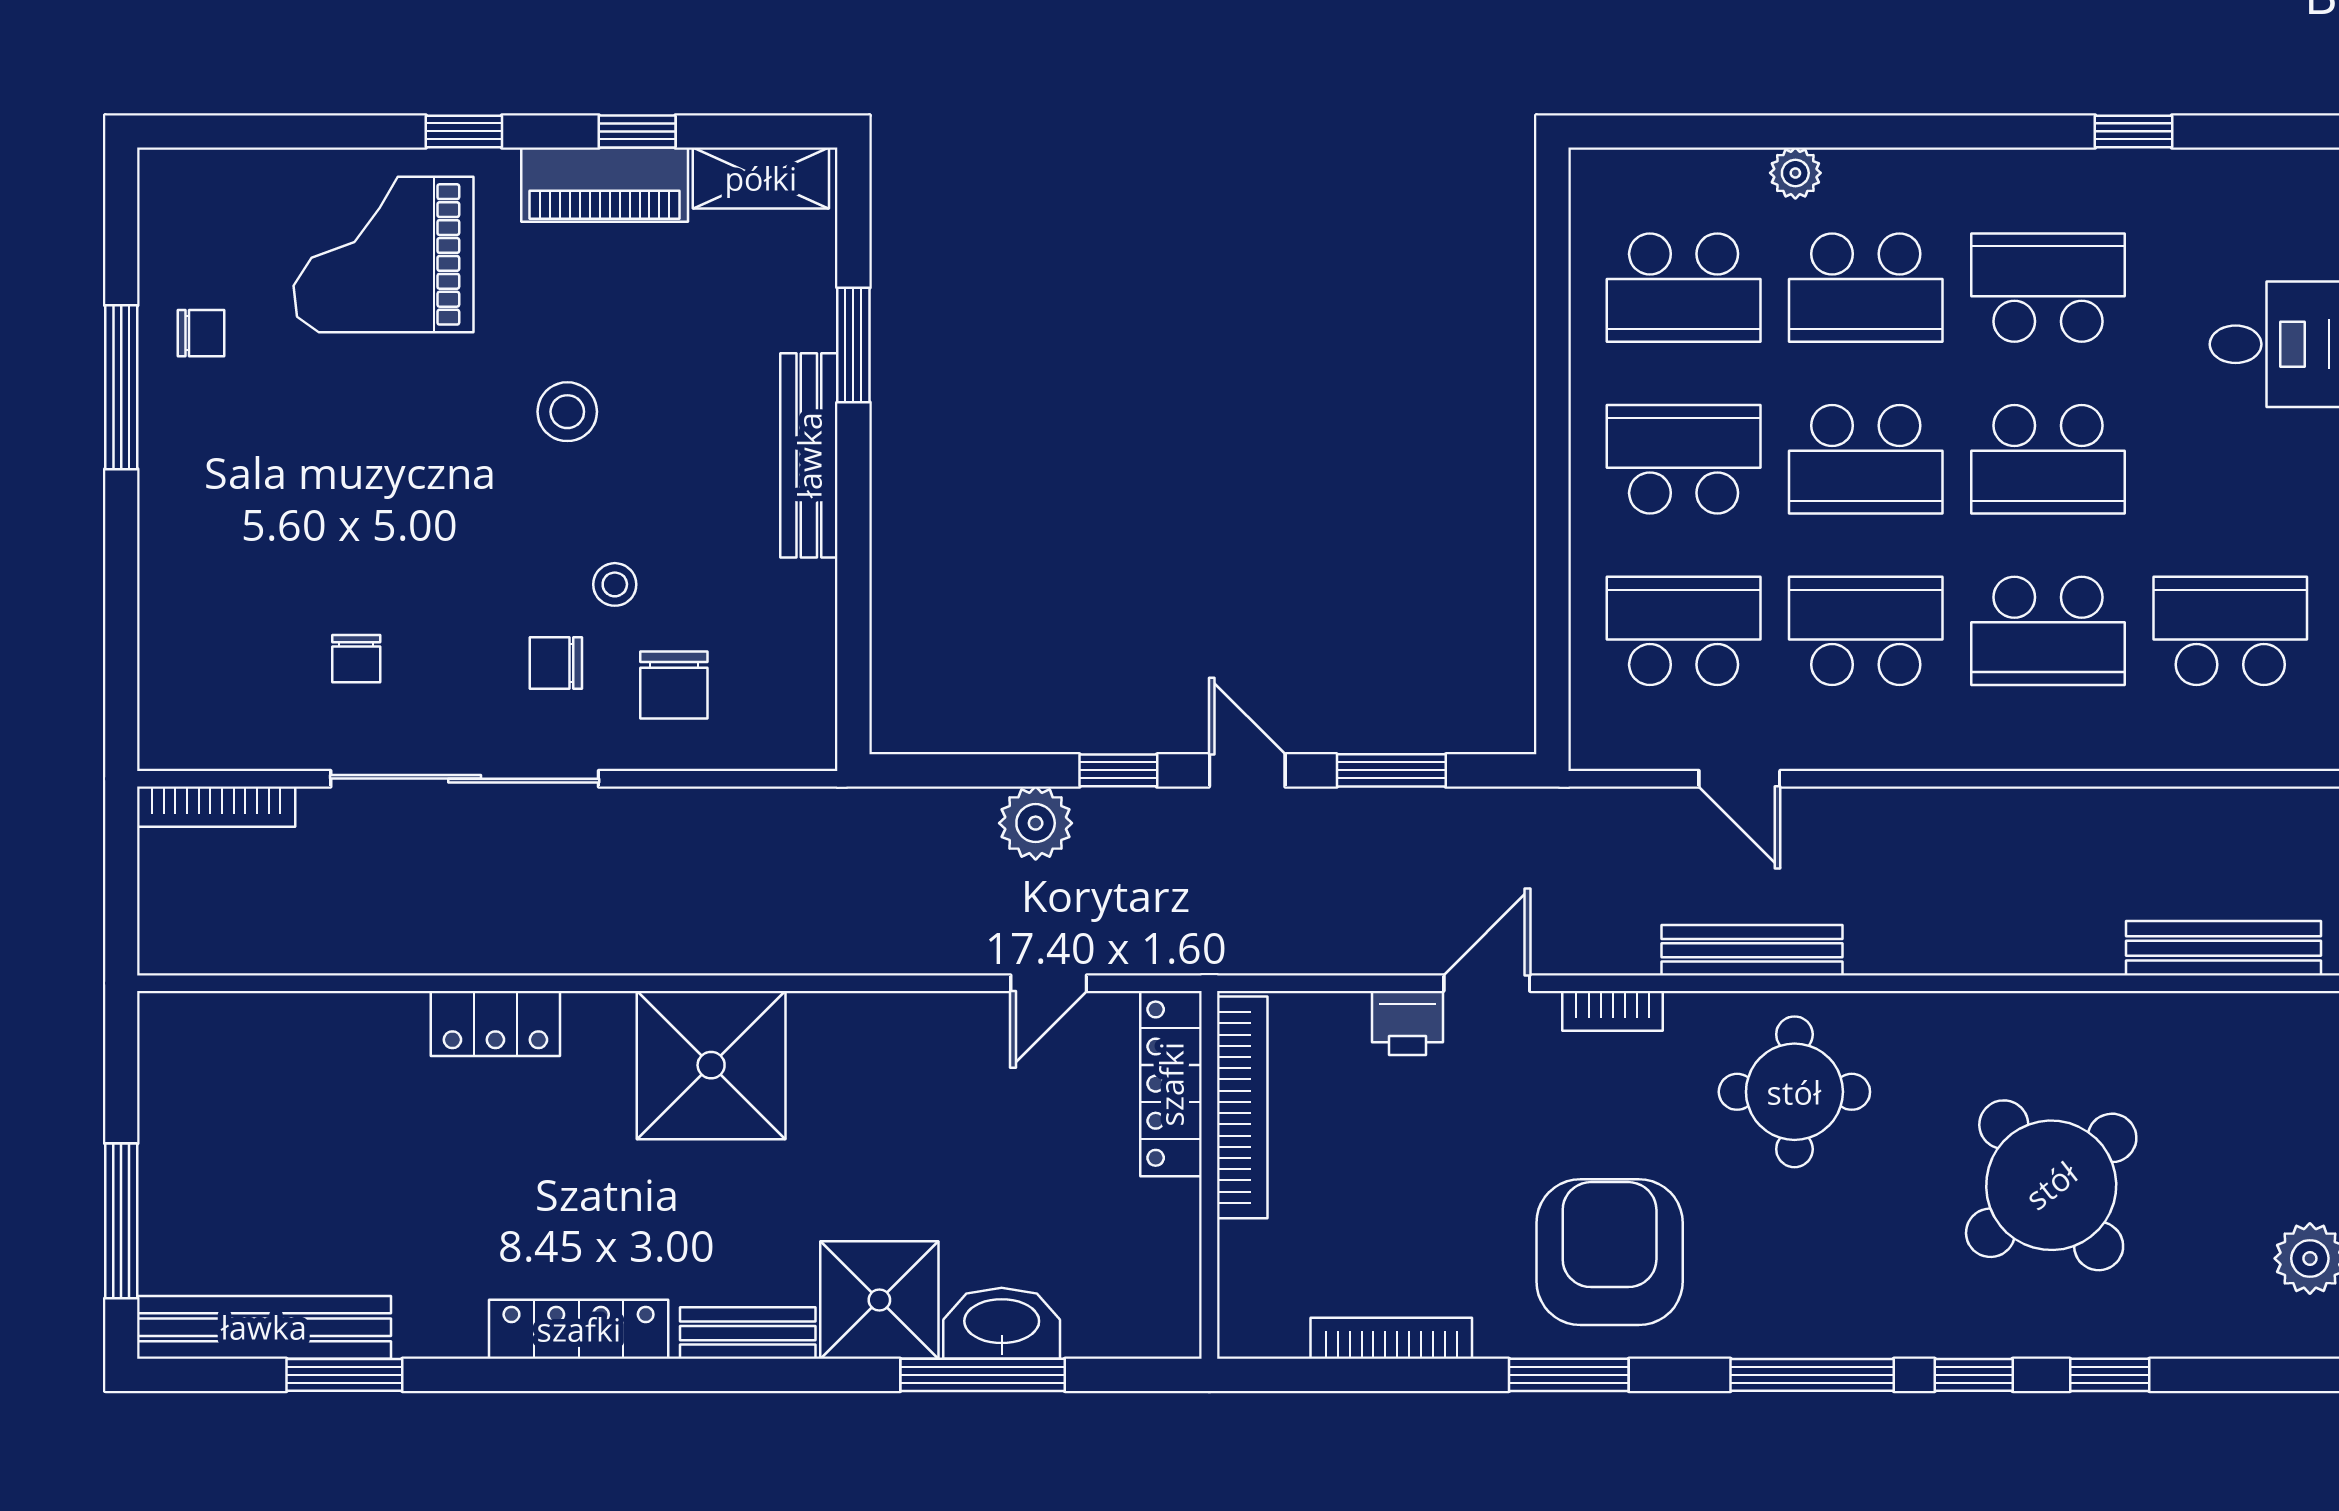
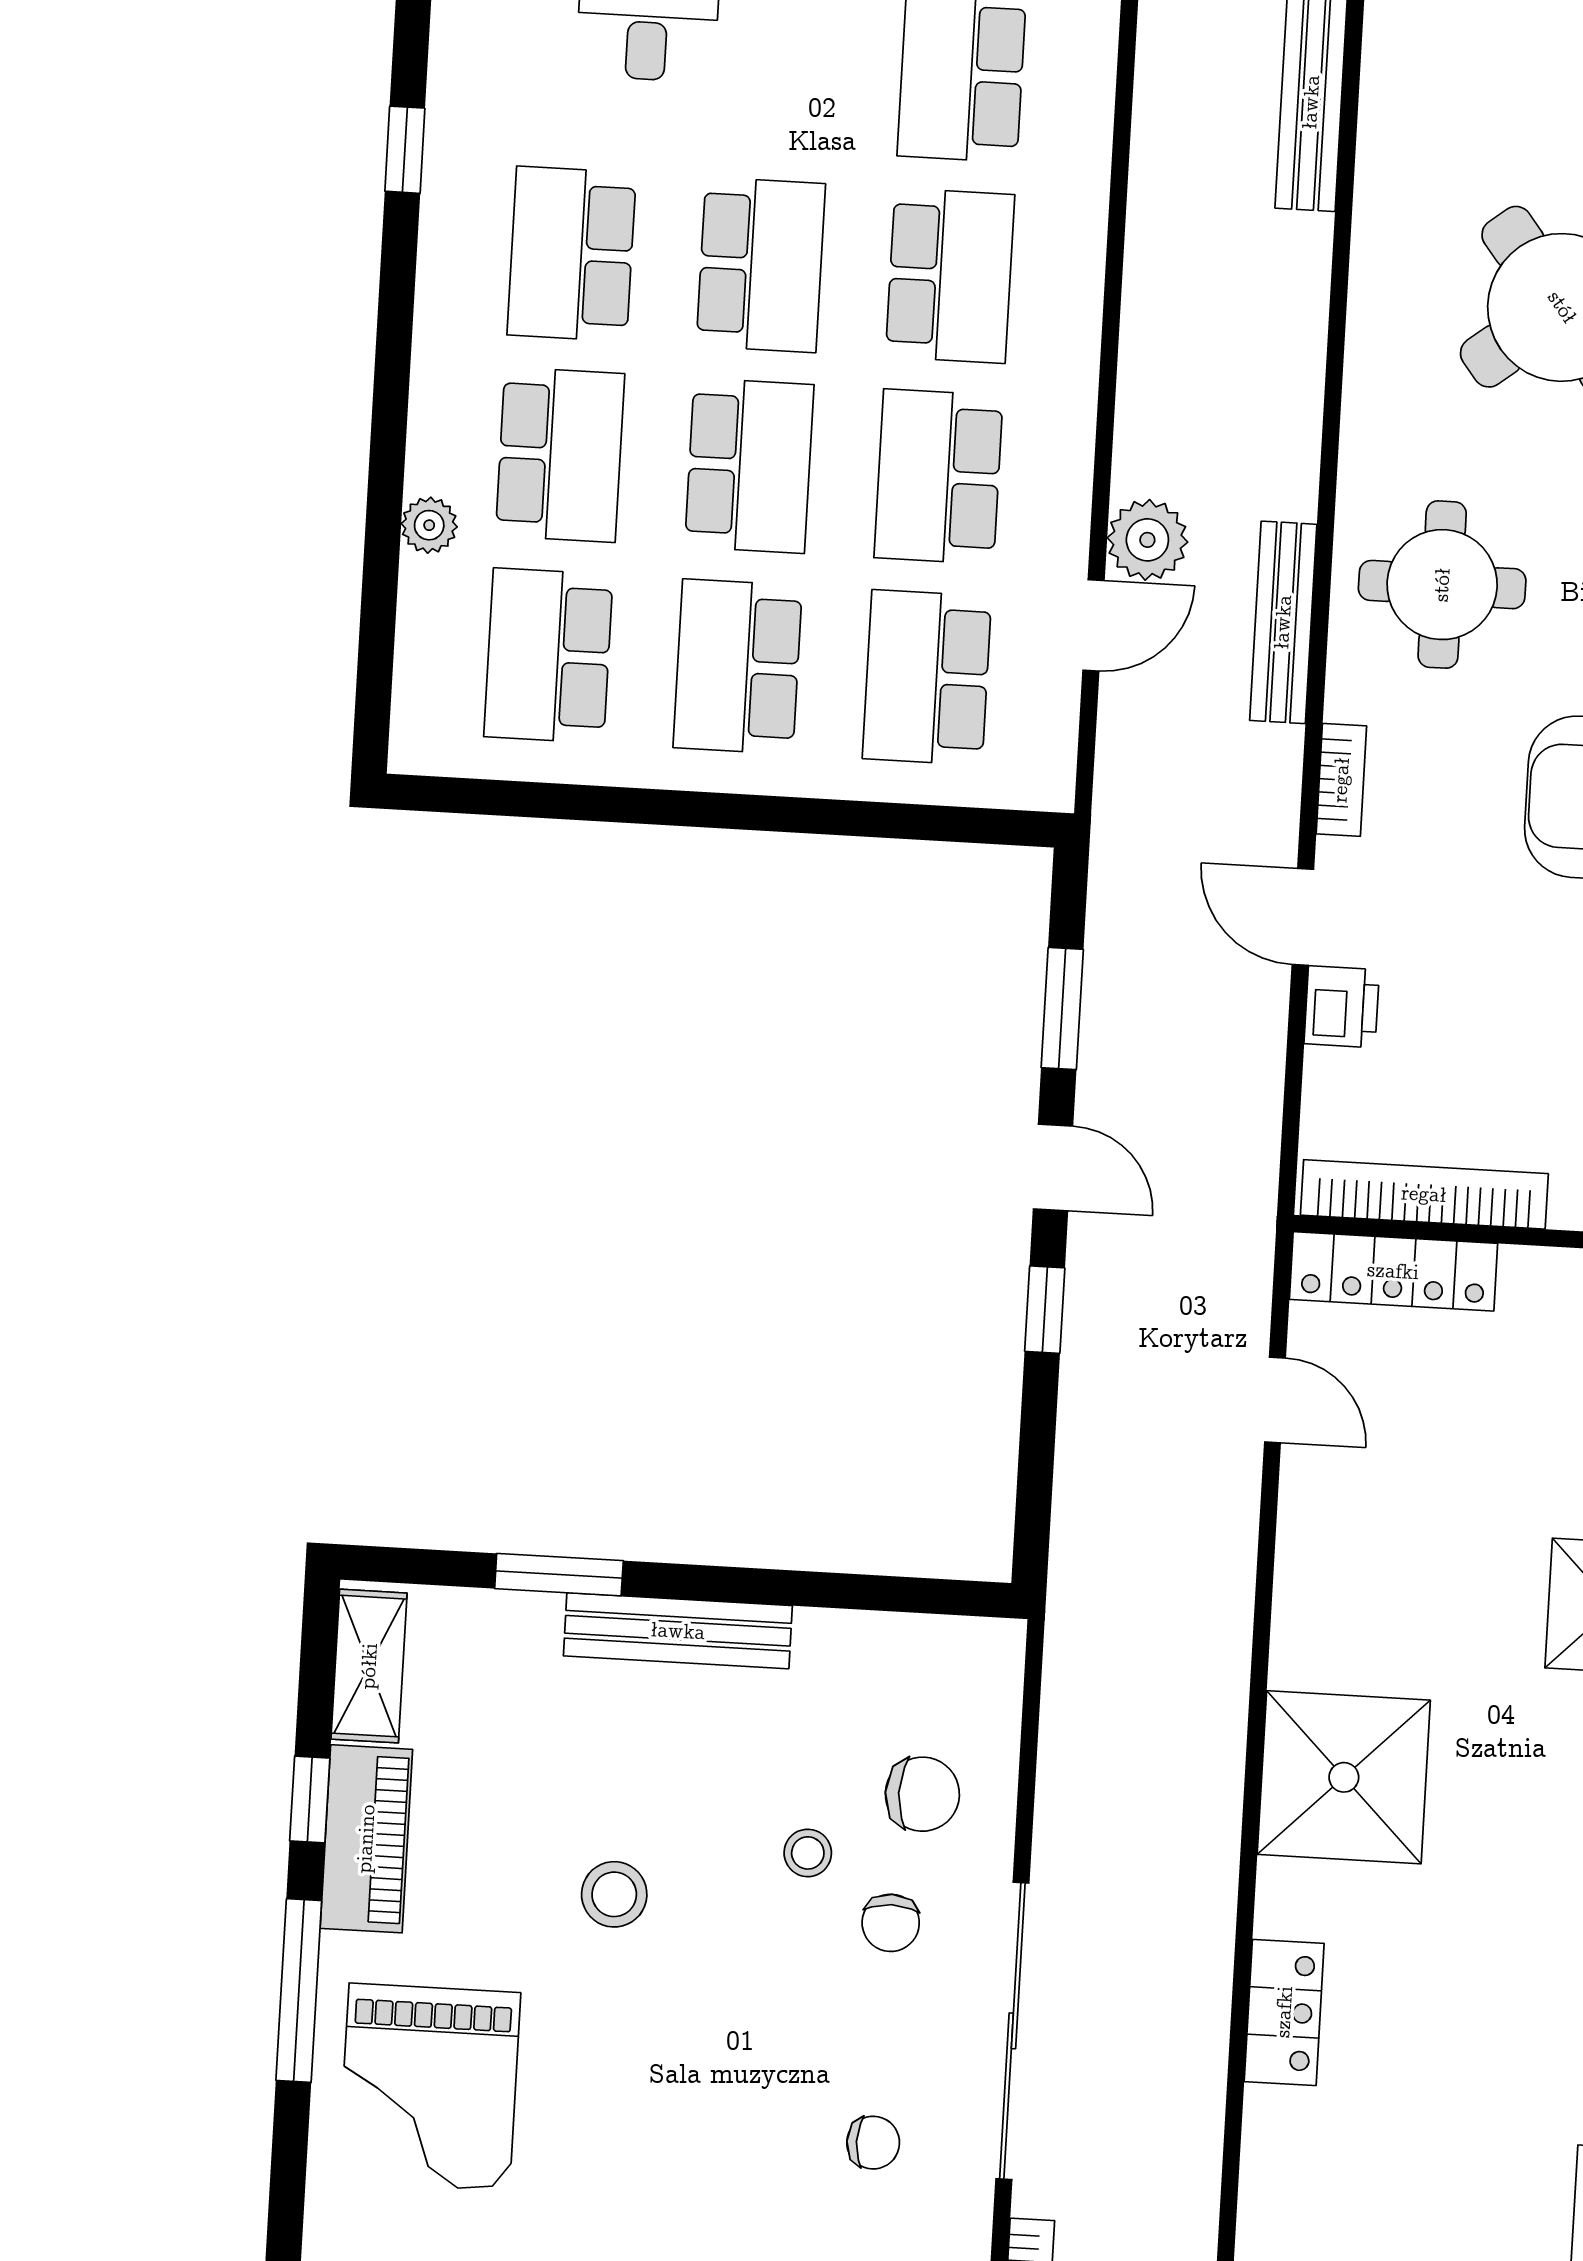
window: (464, 131) -> (299, 1991), width x2.17
school desk: (1684, 288) -> (548, 656), turned 180
door: (1247, 770) -> (1053, 1168), swing flipped
plant: (1036, 823) -> (1147, 540), moved

